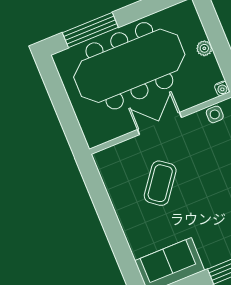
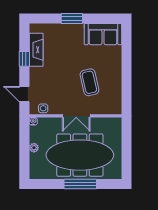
window: (90, 30) -> (80, 184), moved
coffee table: (160, 183) -> (89, 82), turned -50

